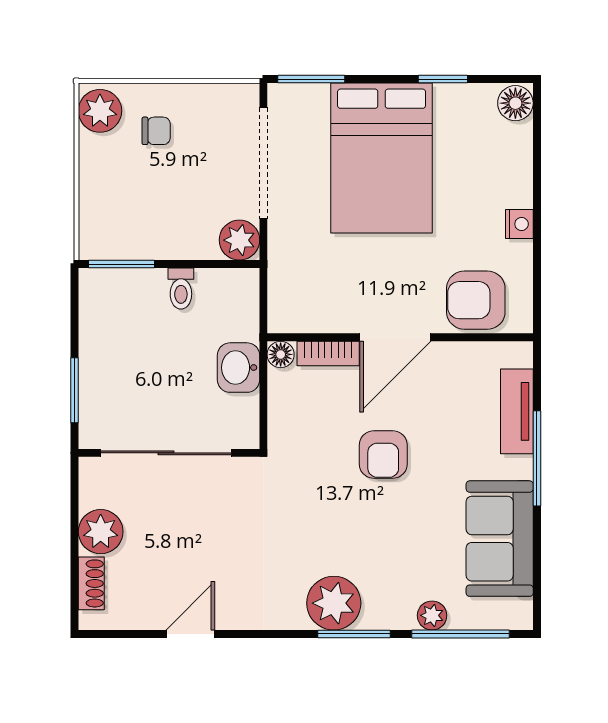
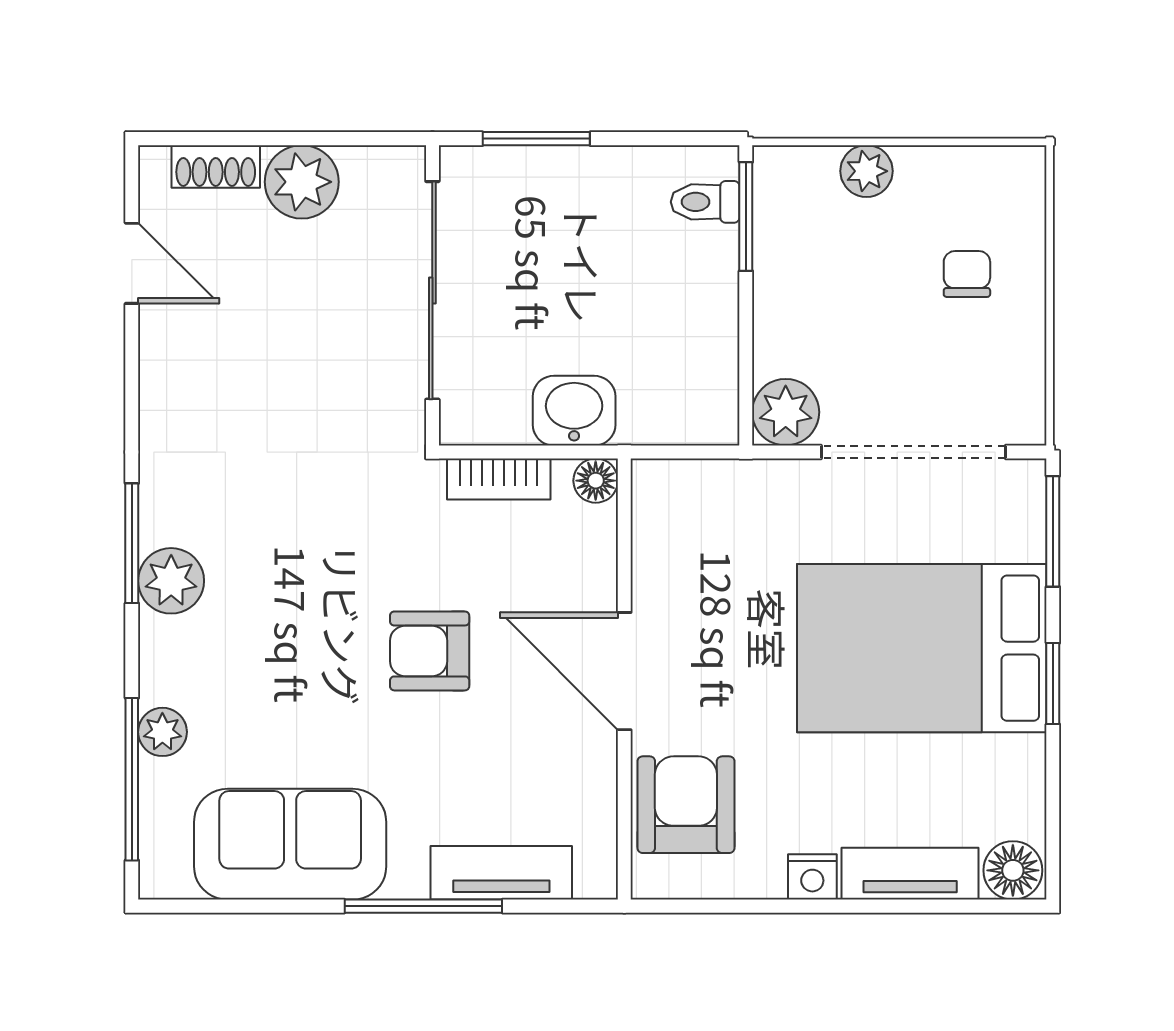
window: (443, 79) -> (1053, 684), moved
plant: (100, 111) -> (866, 171), moved, width x0.73, depth x0.73
chair: (156, 131) -> (967, 274), turned 180
tv unit: (517, 165) -> (910, 874), added
toilet: (181, 289) -> (705, 202), moved
bookcase: (328, 354) -> (499, 479), moved, turned -90
plant: (334, 603) -> (171, 581), width x0.73, depth x0.73
door: (190, 634) -> (132, 263), moved
window: (354, 634) -> (132, 543), moved

